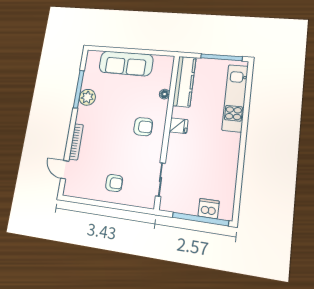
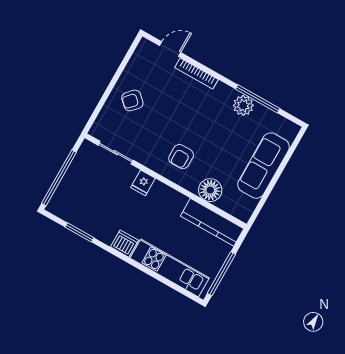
floor lamp: (165, 94) -> (210, 190), width x1.89, depth x1.89
fridge: (179, 126) -> (143, 183), moved
armchair: (114, 183) -> (132, 100), turned 43
window: (239, 183) -> (79, 232), added
dishwasher: (209, 209) -> (124, 244), moved, turned -90

